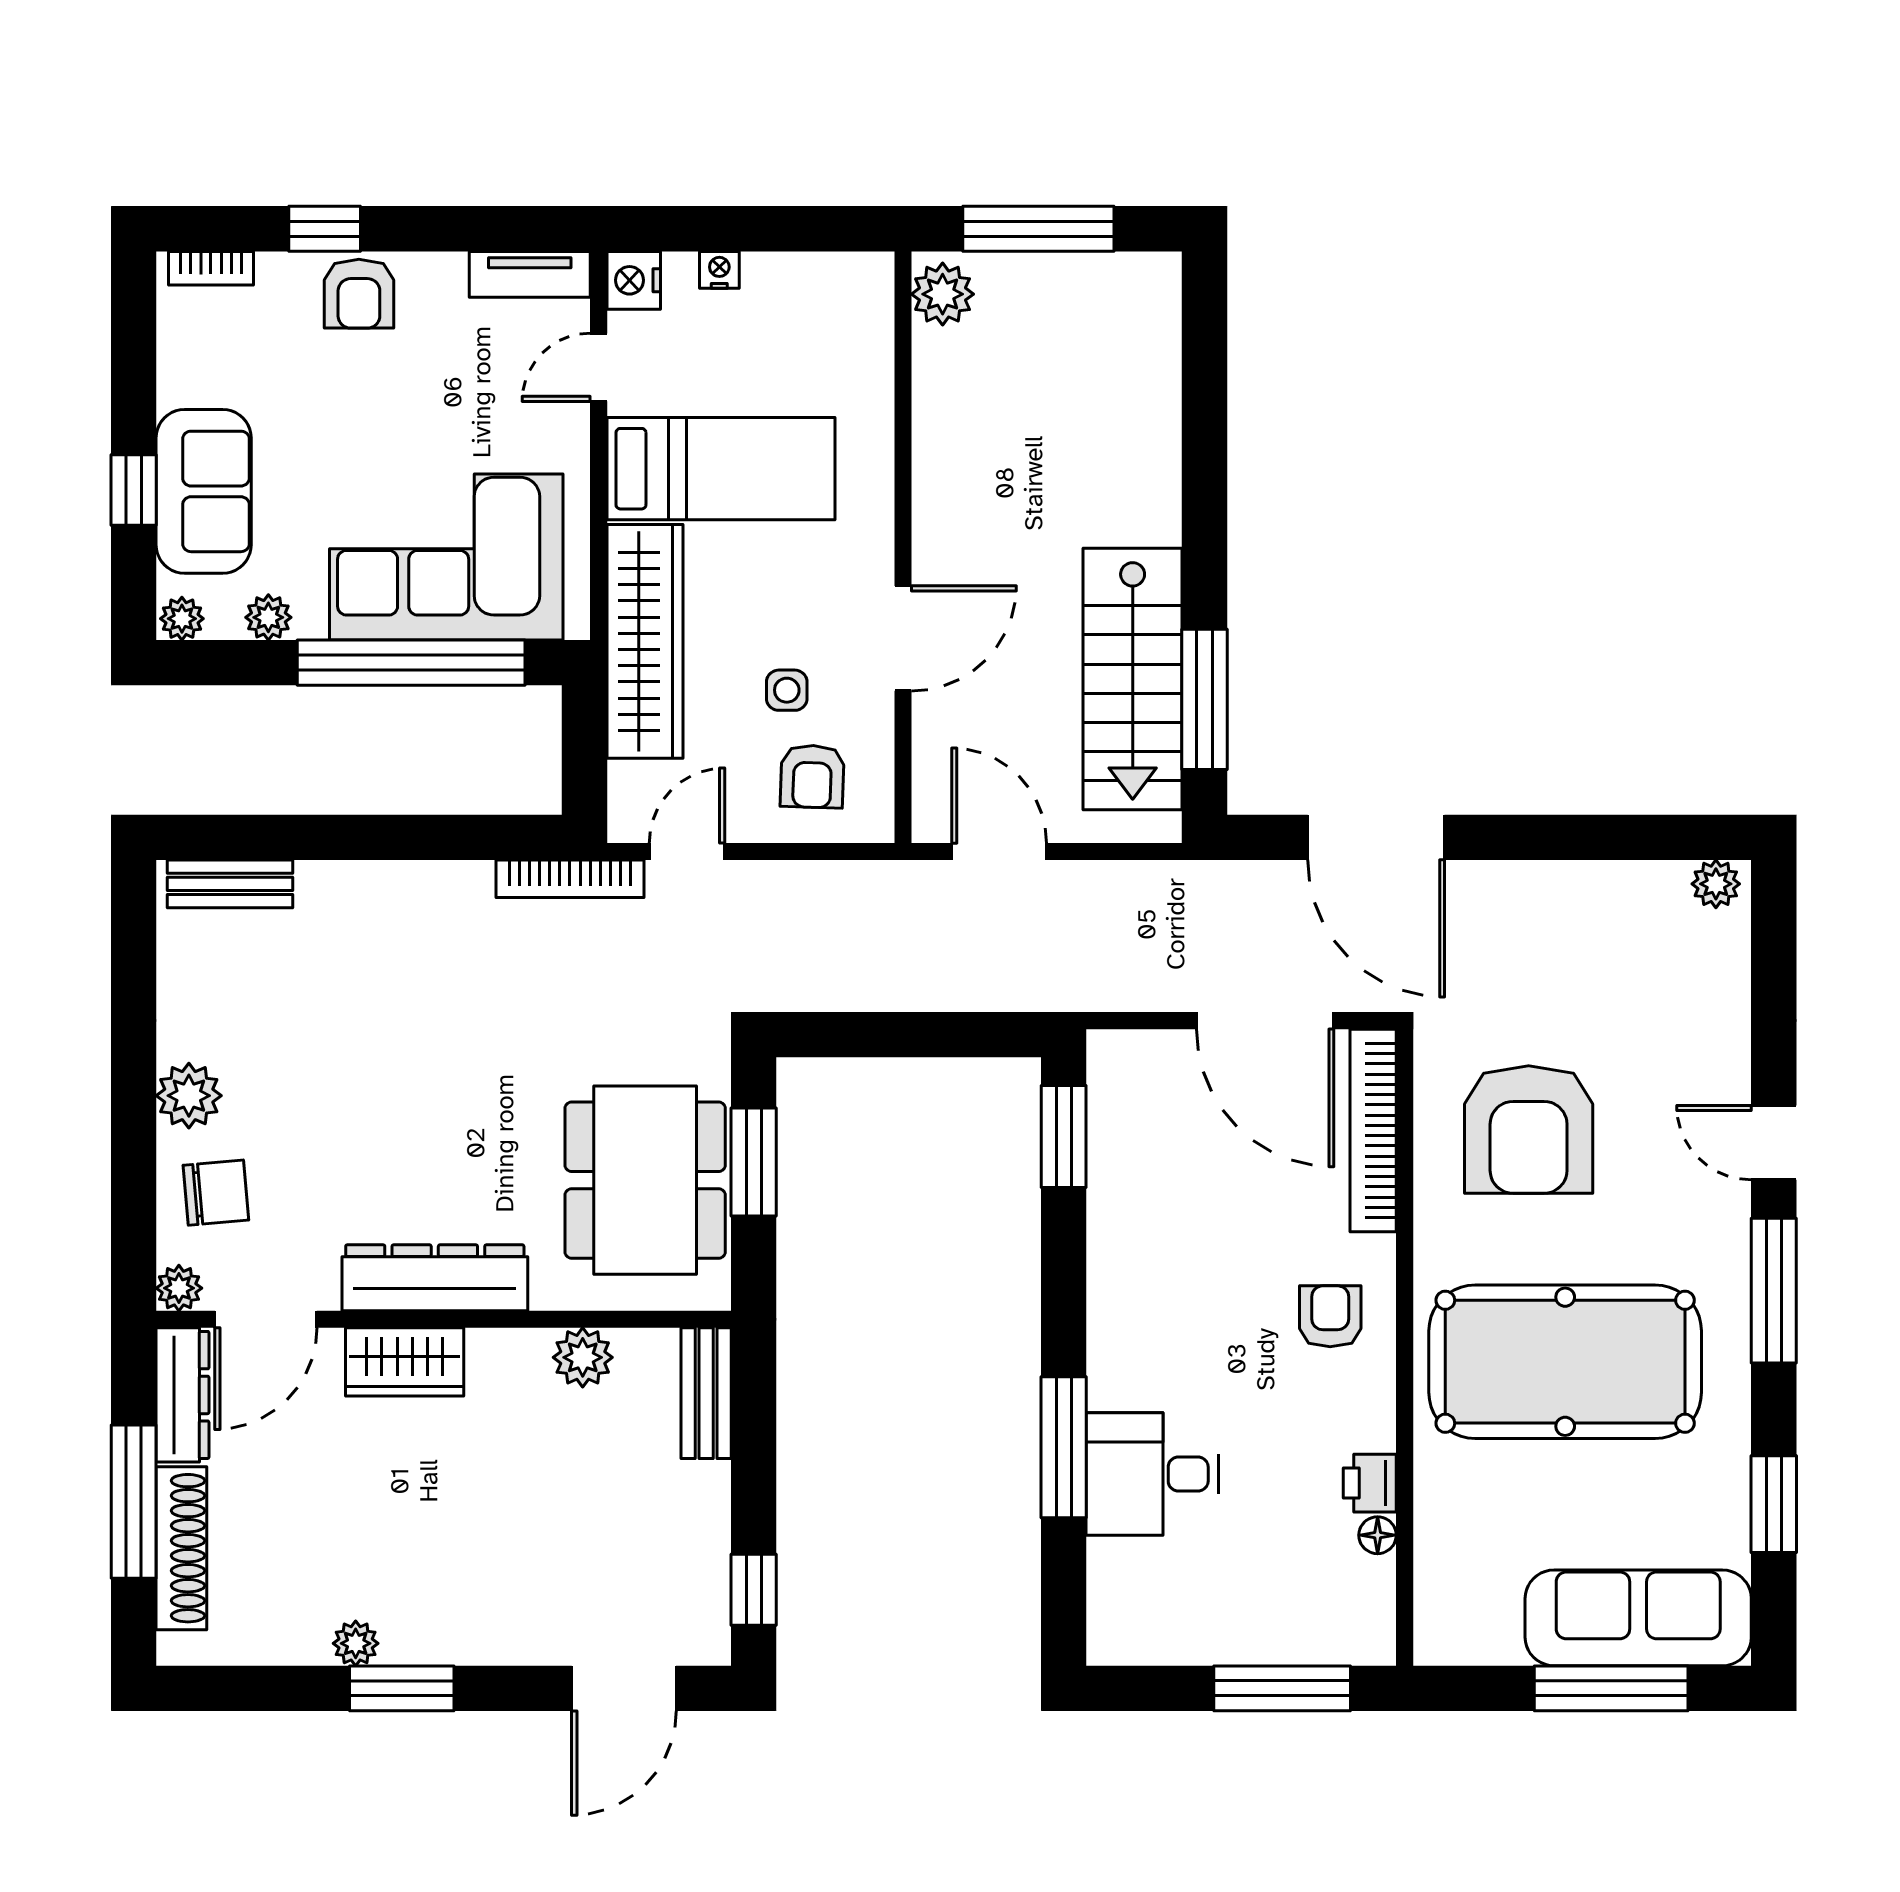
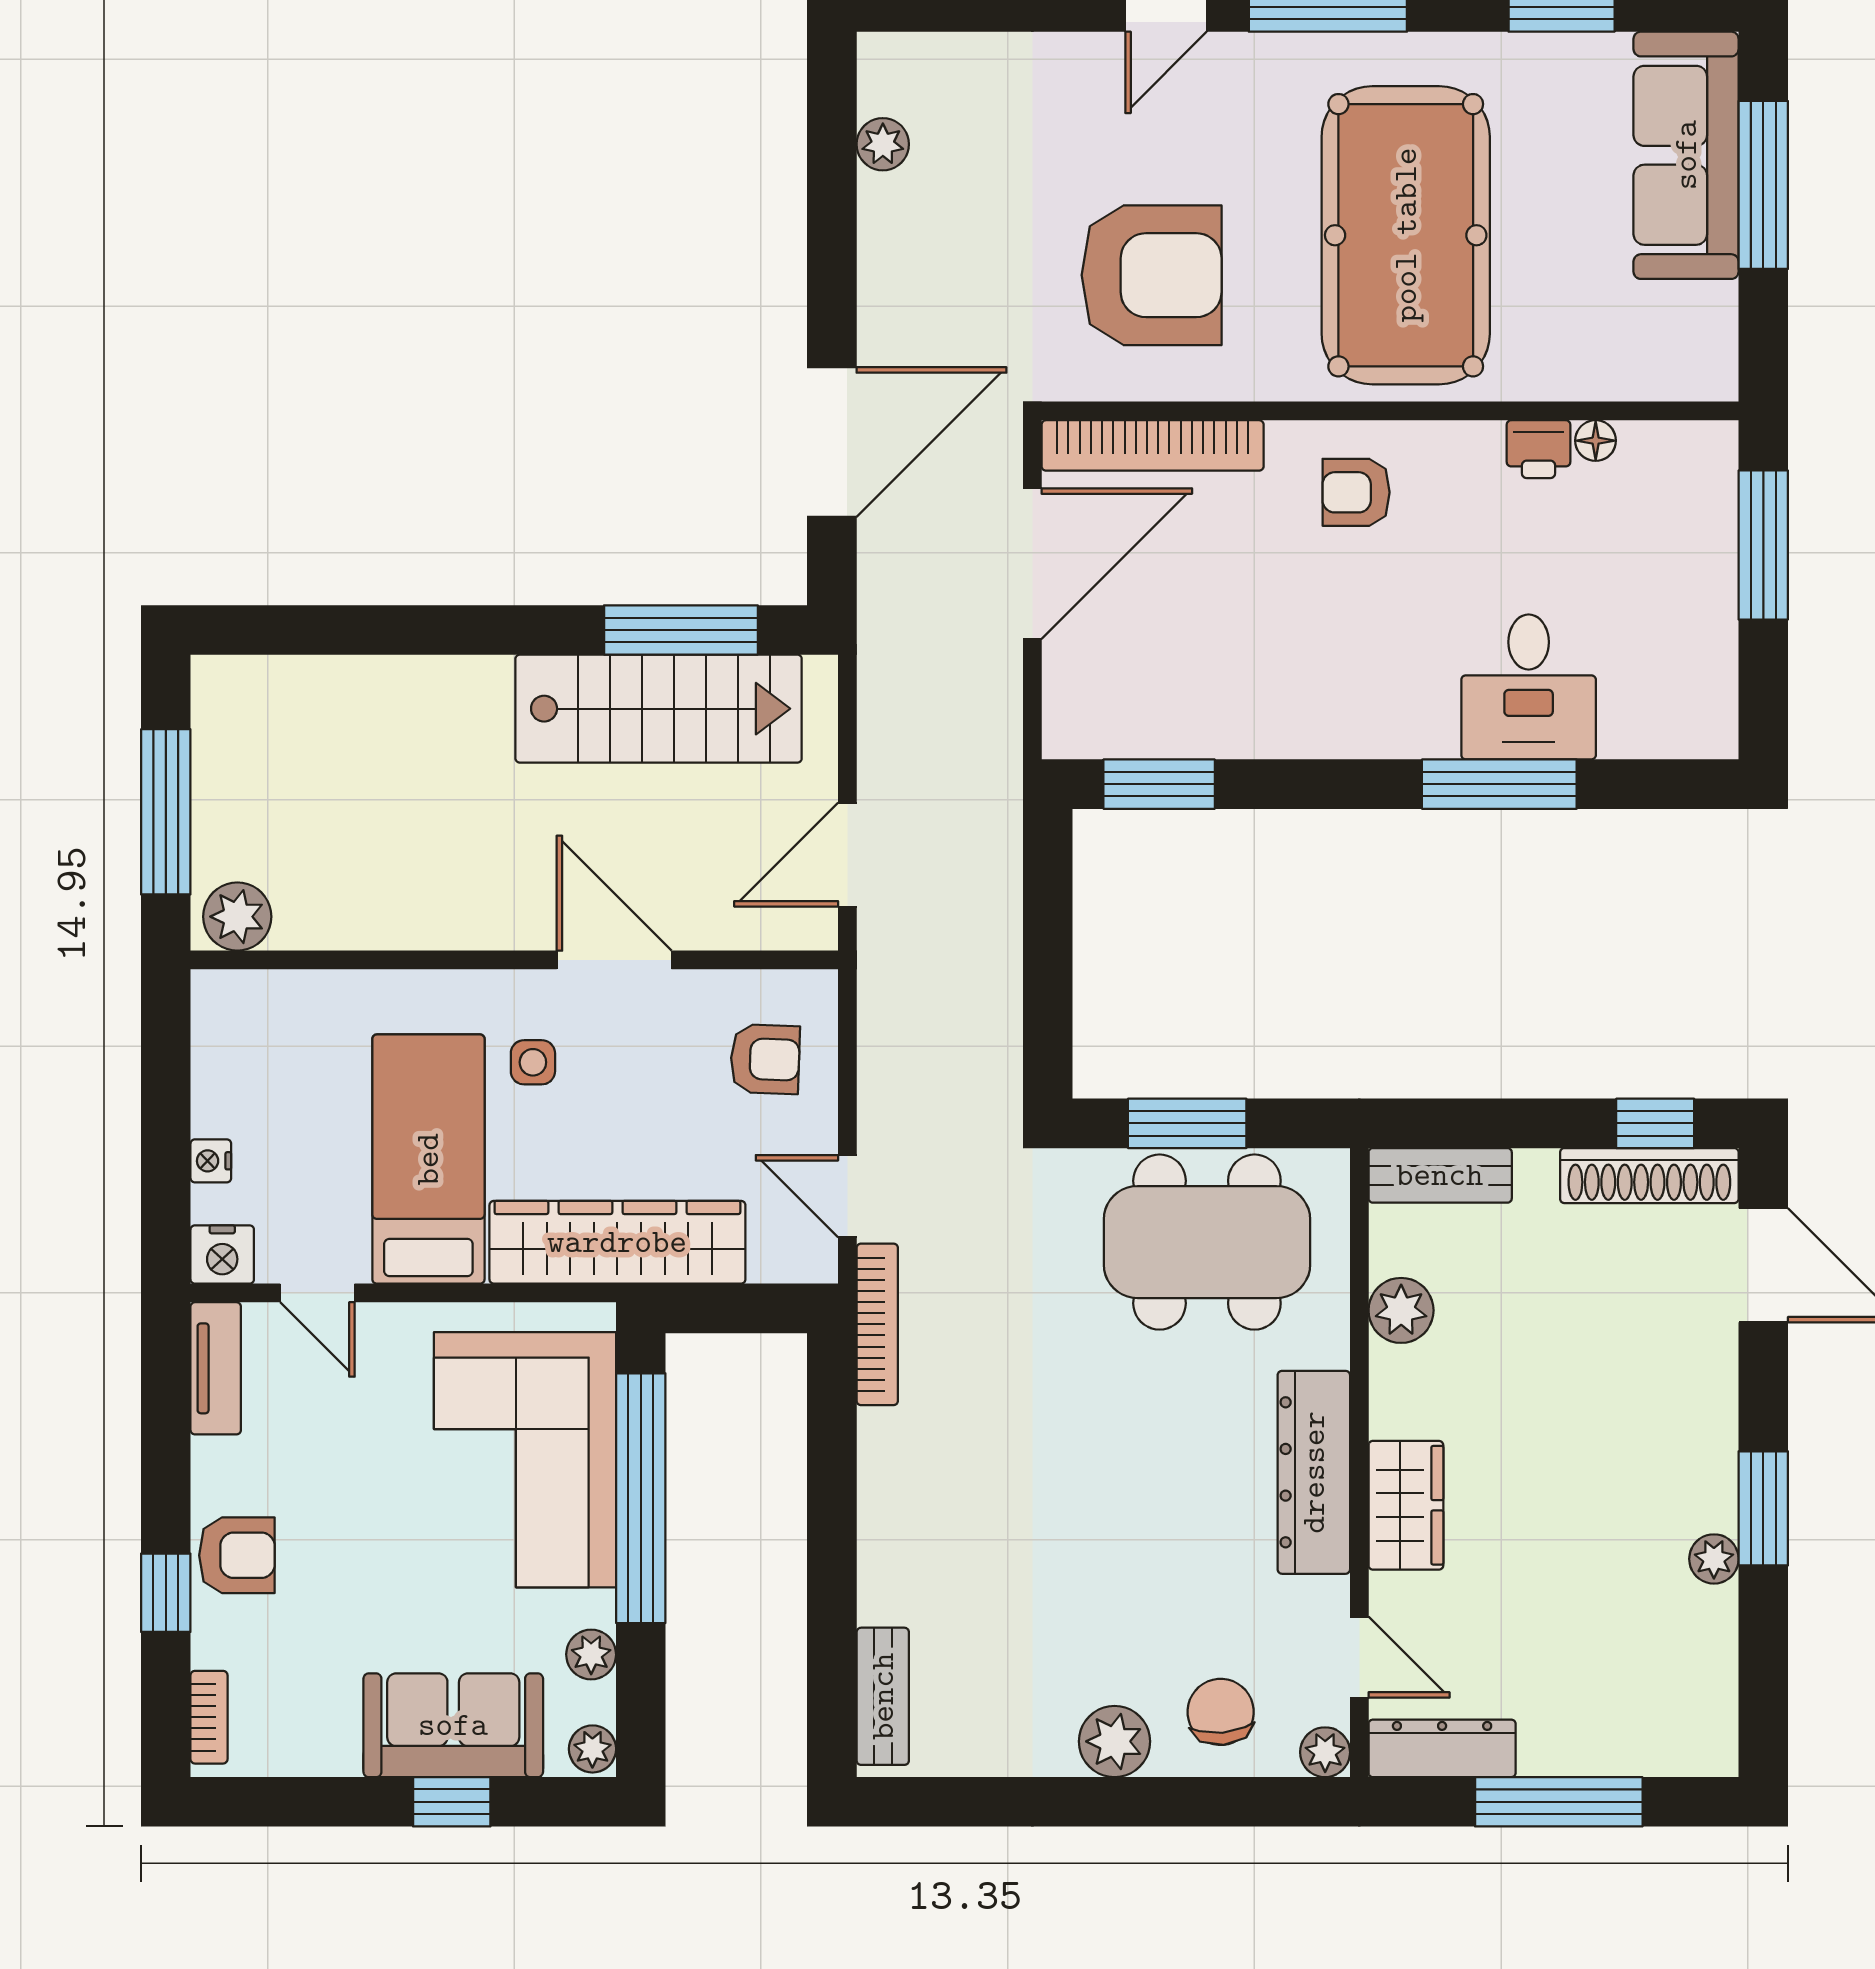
side table: (787, 690) -> (533, 1062), moved
plant: (1716, 884) -> (883, 144), moved
door: (266, 1319) -> (1359, 1657), width x0.73
shoe rack: (181, 1548) -> (1649, 1176), moved, turned 180

